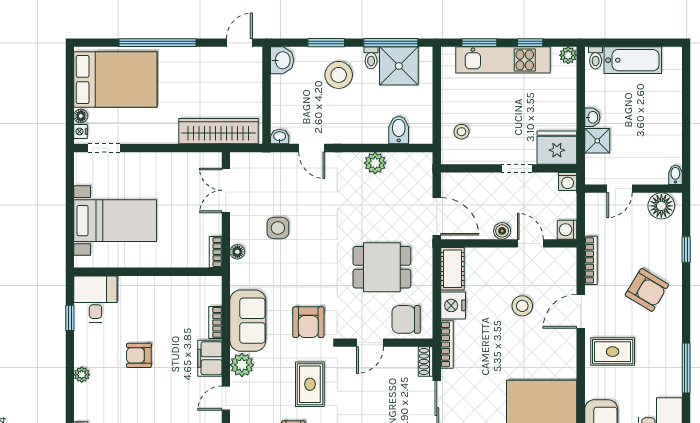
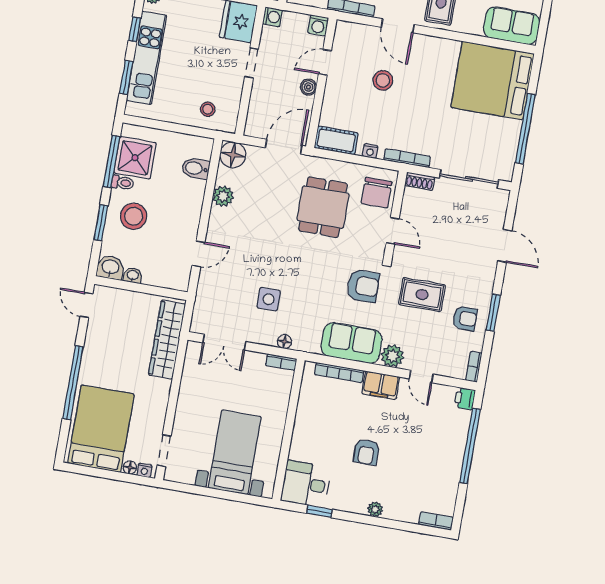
washbasin: (280, 137) -> (133, 275), moved, turned 90
floor lamp: (419, 166) -> (233, 155), added
nightstand: (453, 305) -> (370, 151), width x0.53, depth x0.56
bookcase: (215, 322) -> (339, 373), width x1.56

